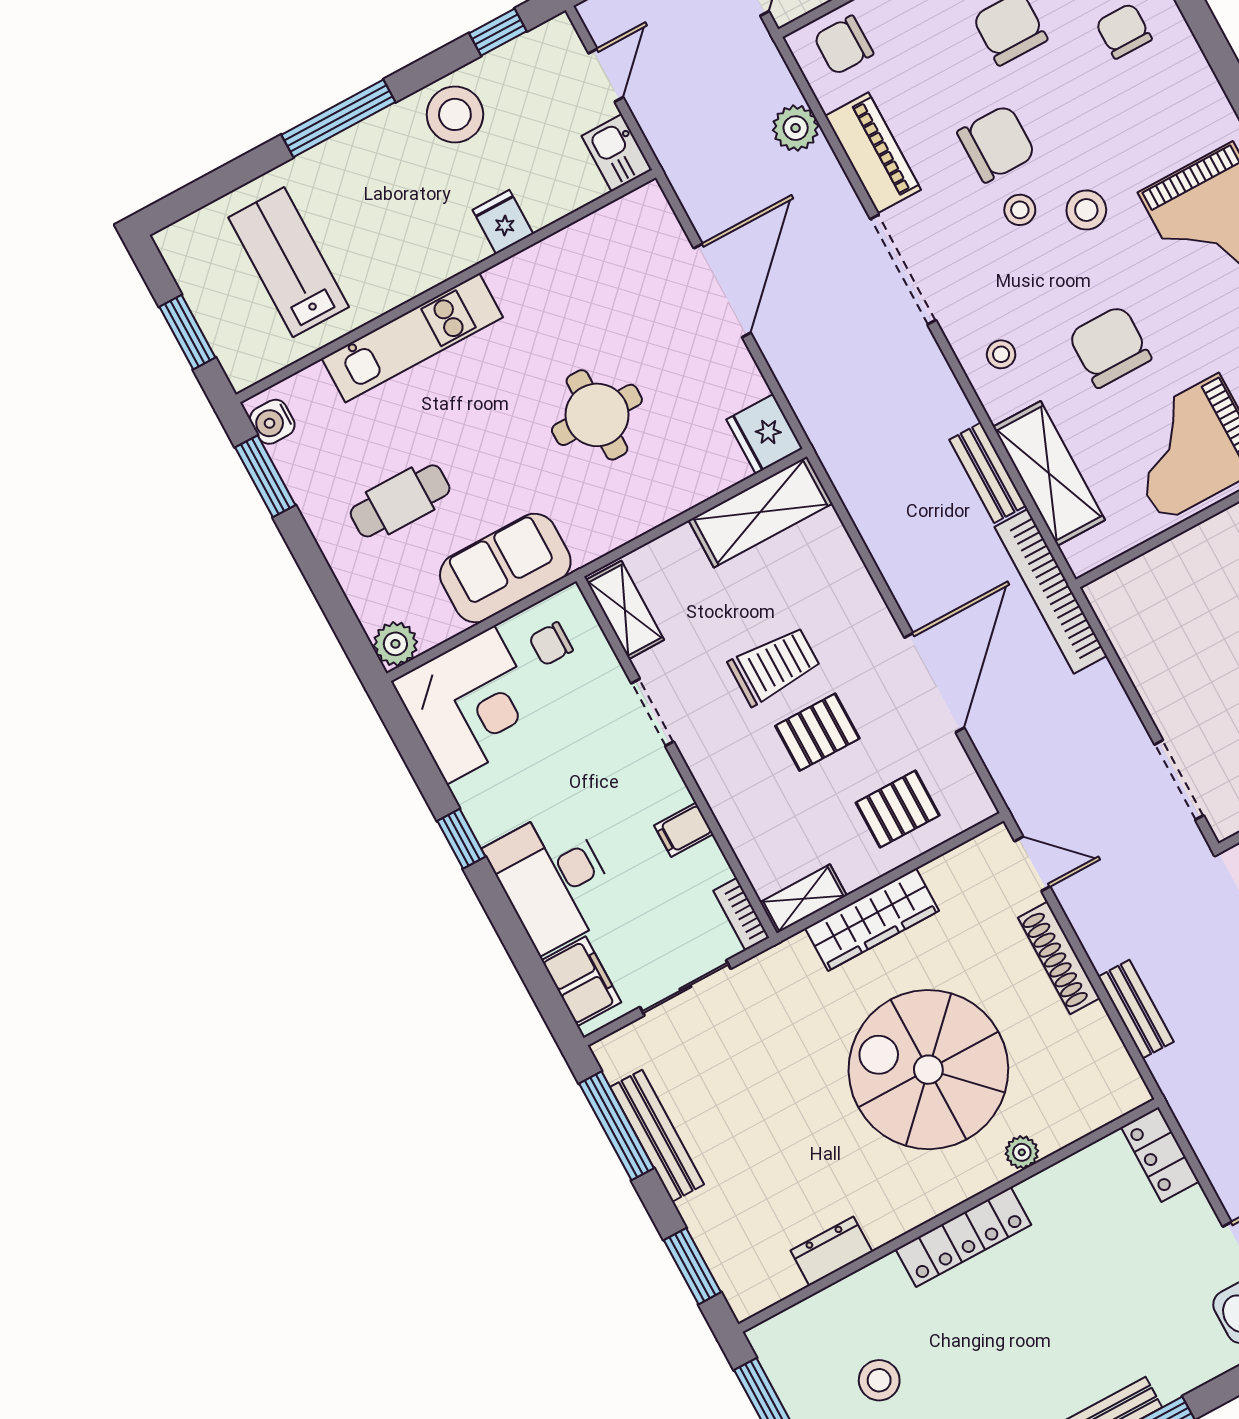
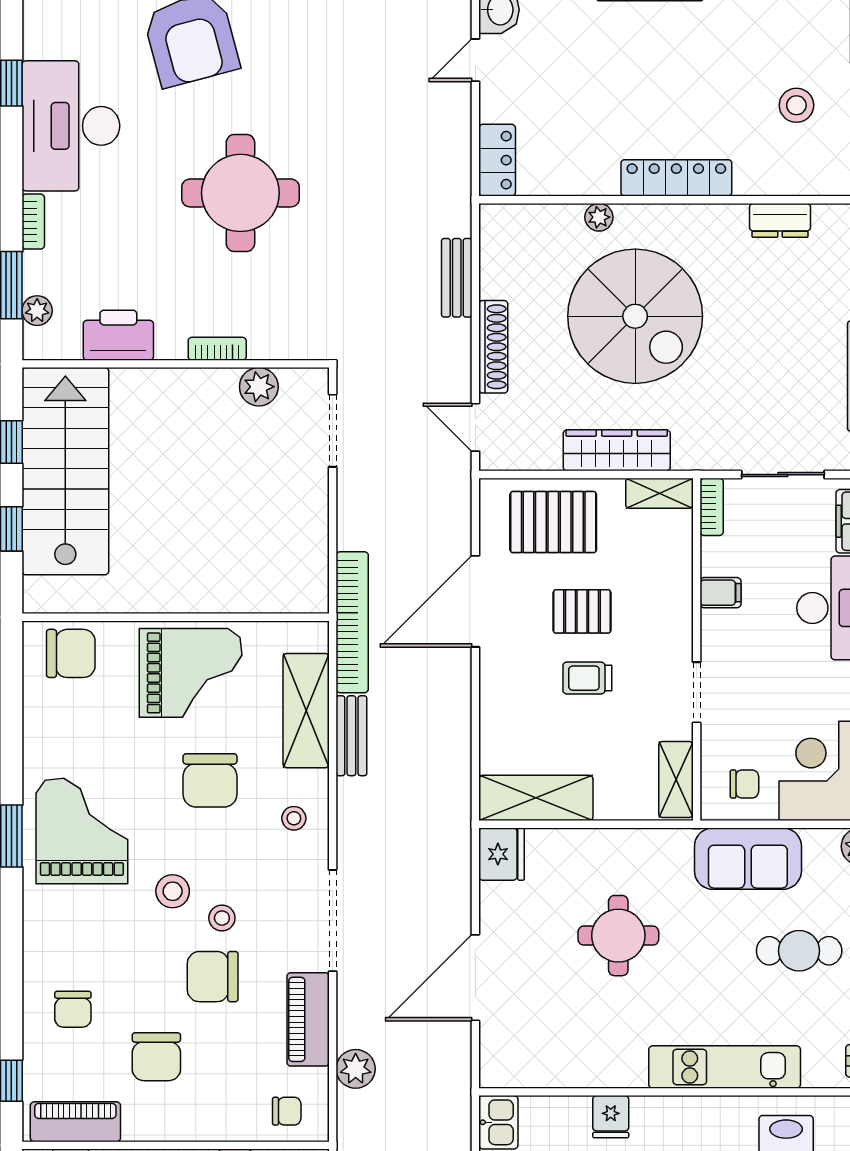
chair: (843, 45) -> (287, 1111), width x0.73, depth x0.73
trolley: (774, 666) -> (587, 678), width x0.73, depth x0.72
pallet: (898, 809) -> (553, 522), width x1.50, depth x1.42

